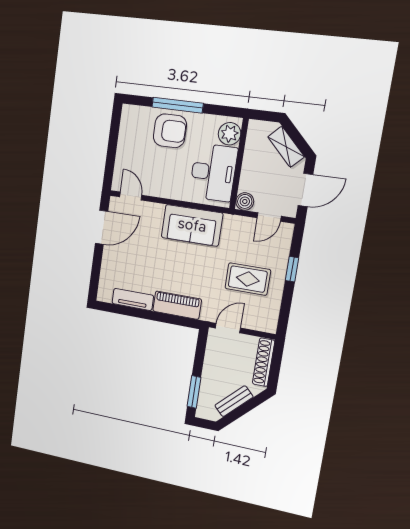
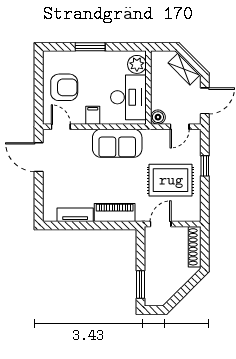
window: (177, 105) -> (90, 47), width x0.69
armchair: (170, 131) -> (64, 87), moved
filing cabinet: (169, 188) -> (93, 115), added
door: (102, 227) -> (39, 157), swing flipped
rug: (248, 279) -> (171, 180), width x1.36, depth x1.43
bench: (234, 401) -> (175, 285), removed

